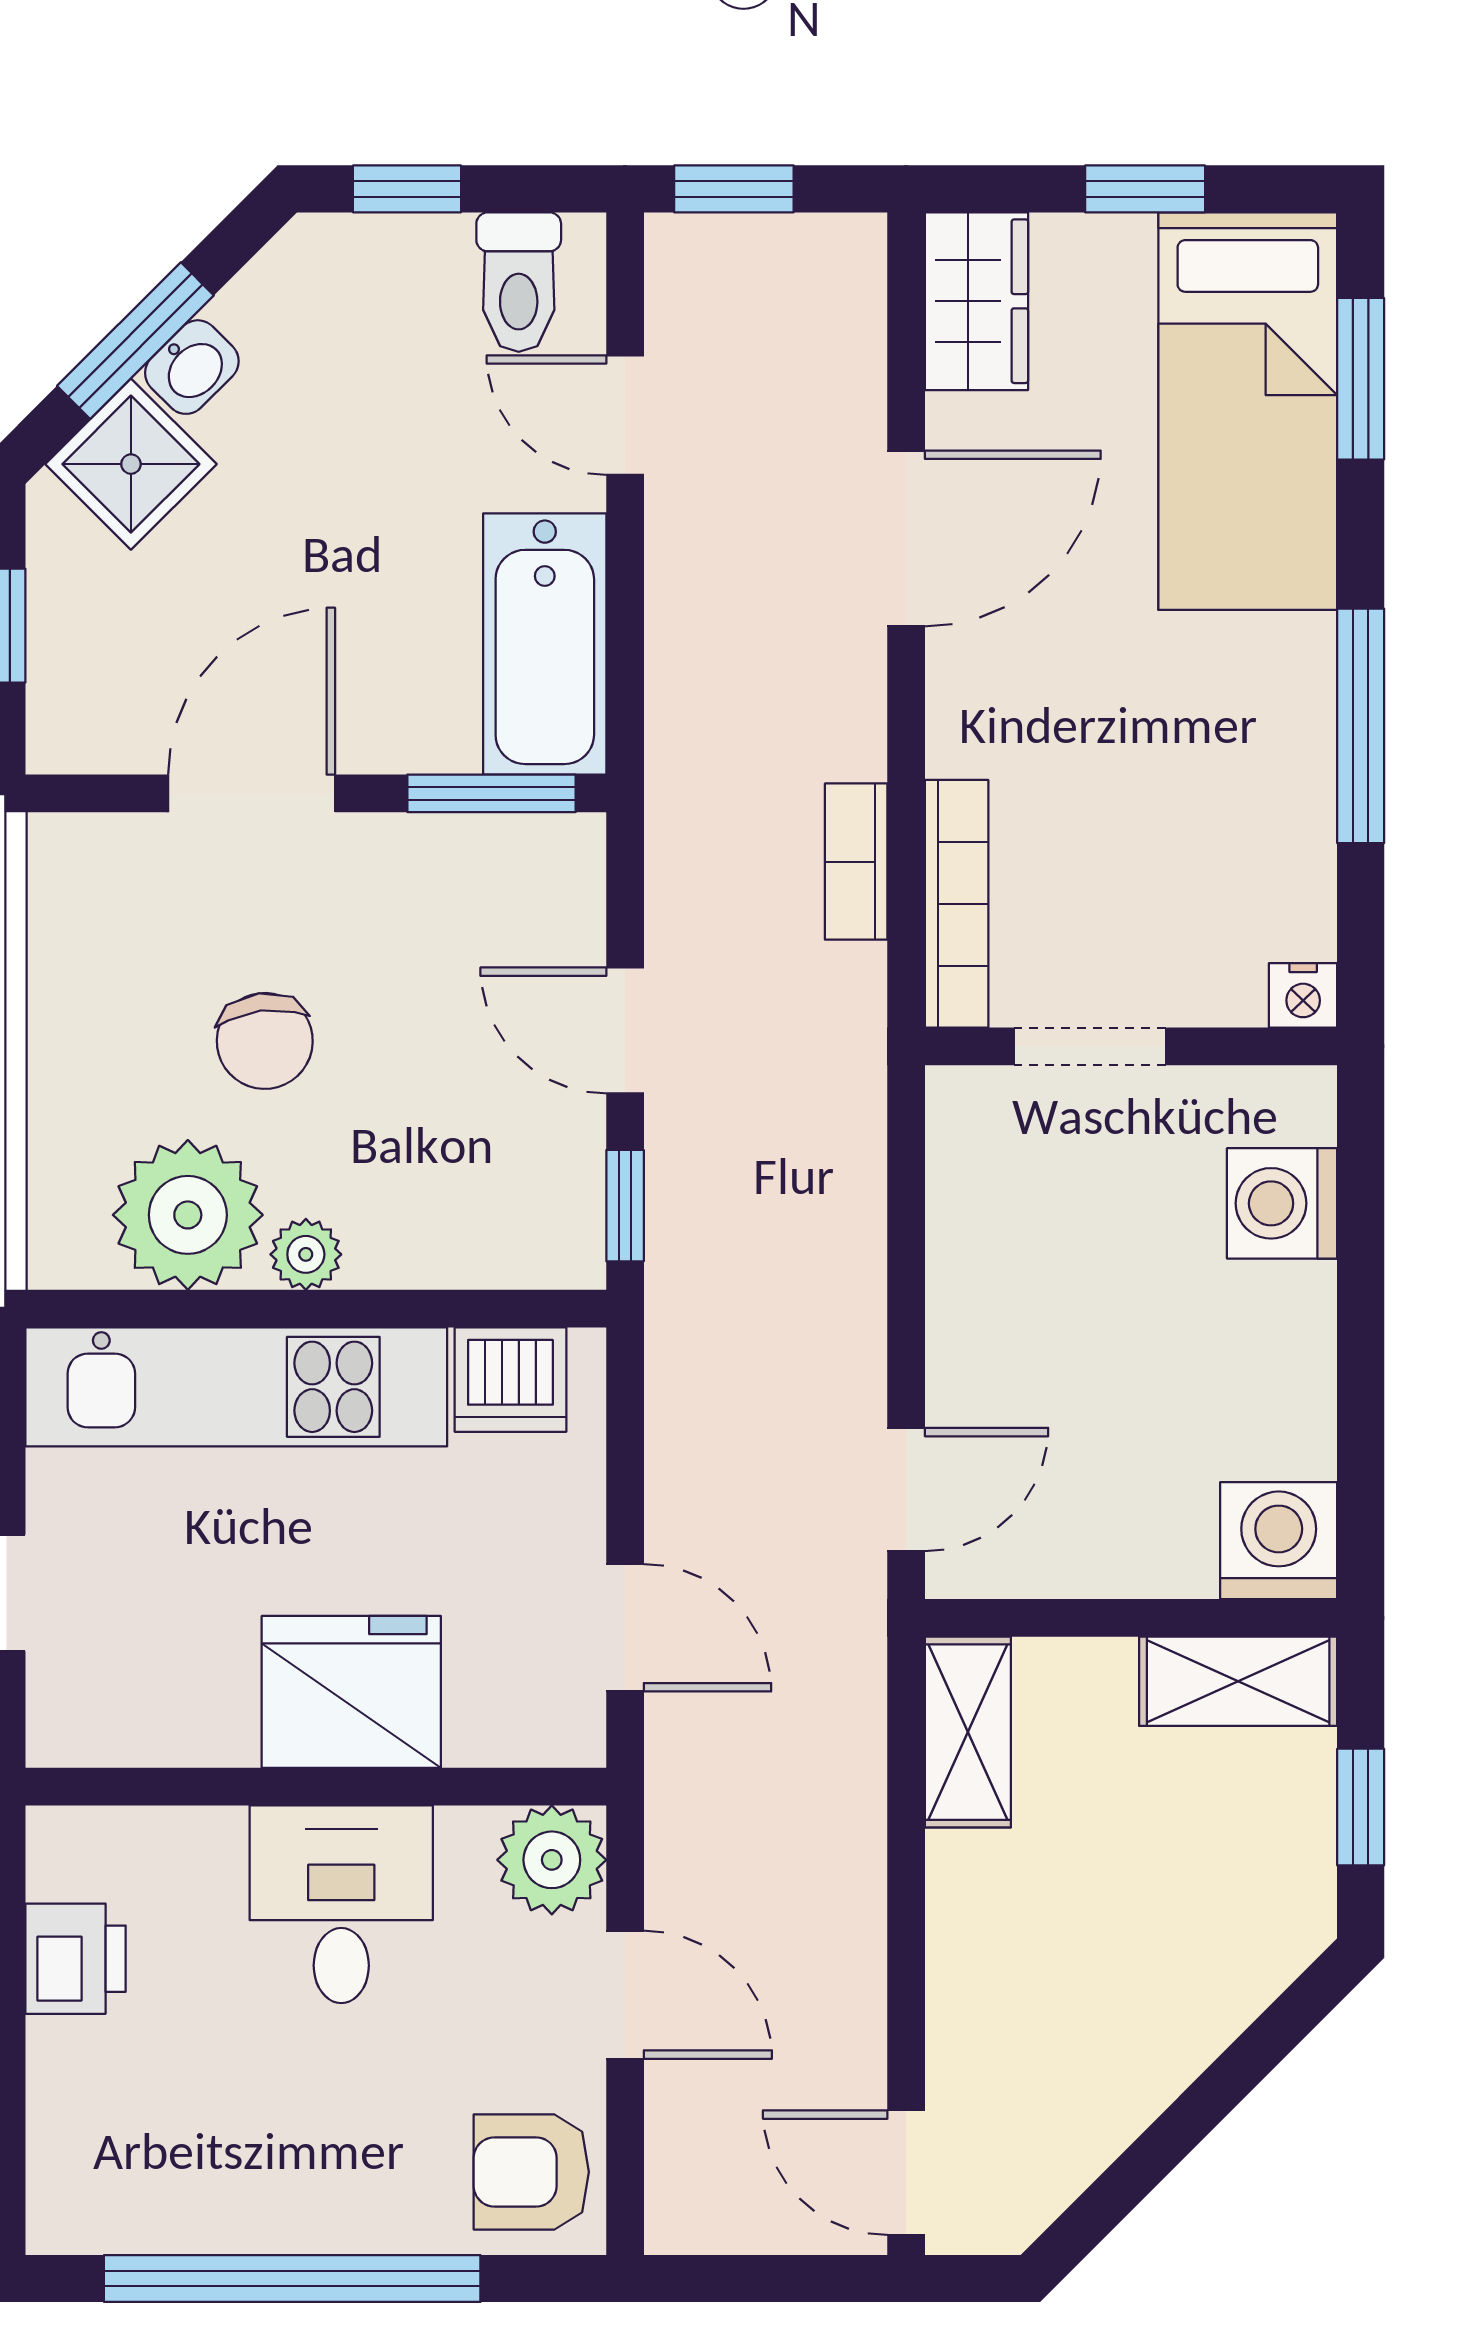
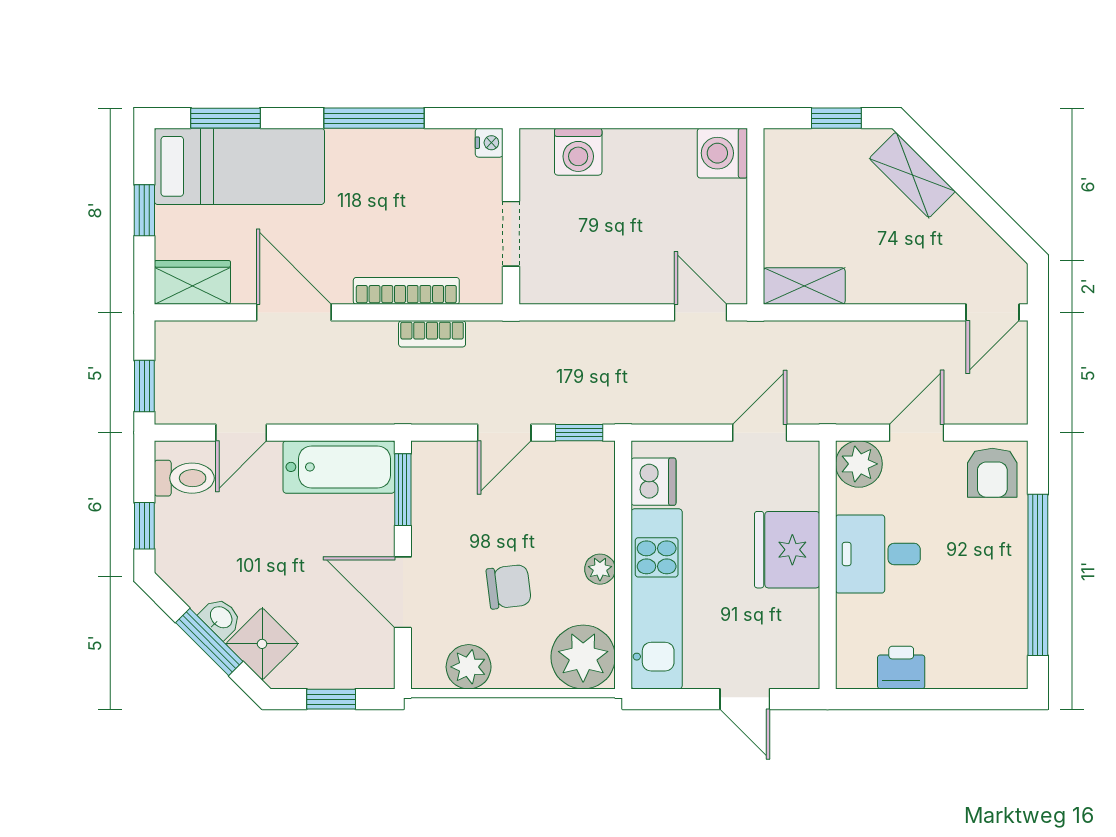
bookcase: (957, 904) -> (406, 291), moved
plant: (77, 947) -> (469, 667), added
plant: (188, 1215) -> (583, 657), moved
shelving: (1238, 1681) -> (912, 175), moved, turned -45

